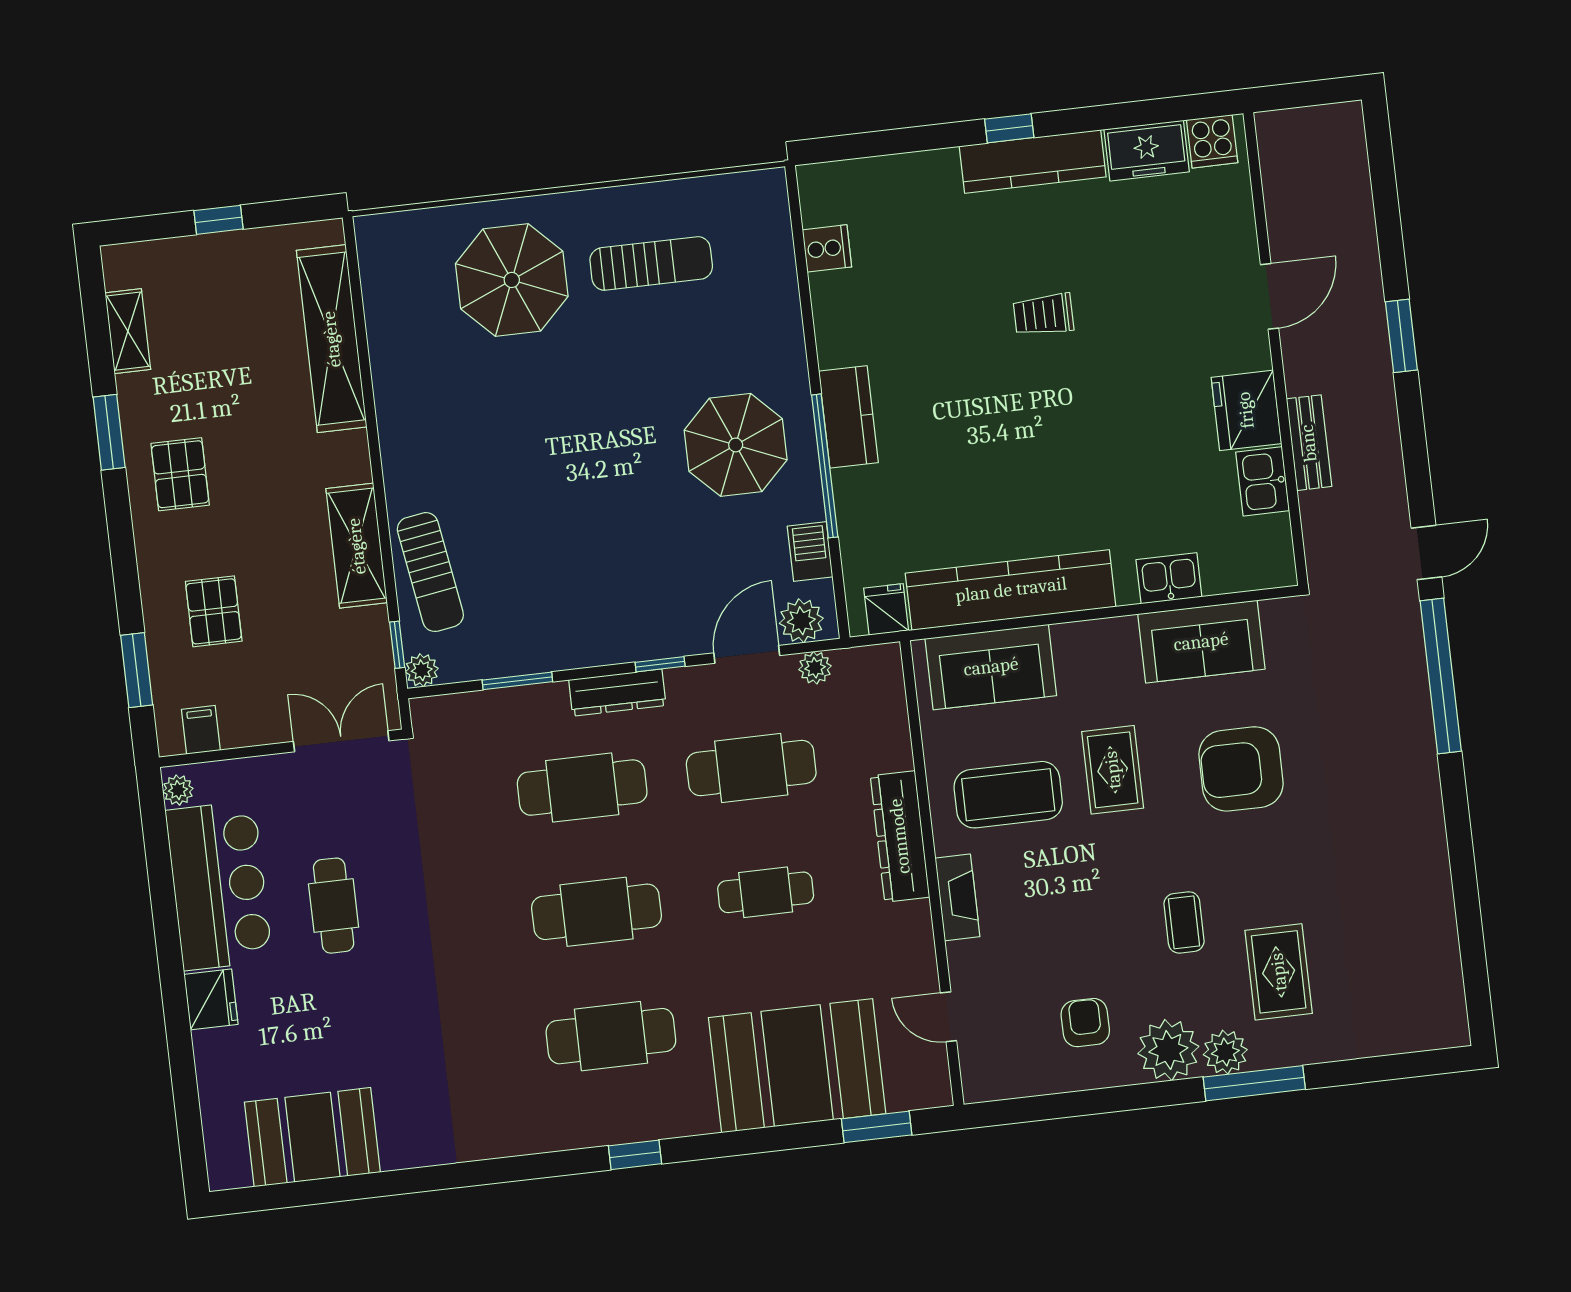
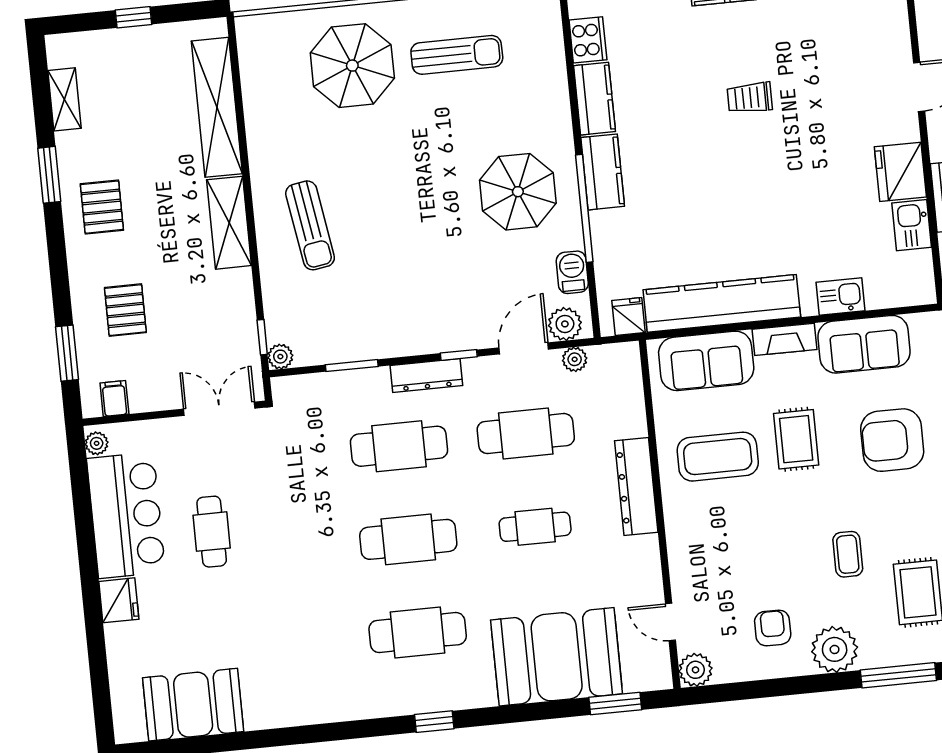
cooker: (827, 248) -> (588, 40), width x1.36
kitchen counter: (836, 319) -> (594, 99), added
shelving: (357, 546) -> (229, 223), moved
sun lounger: (430, 572) -> (310, 225), moved
fireplace: (957, 897) -> (784, 339), moved, turned 90
plant: (1225, 1052) -> (696, 670), moved

